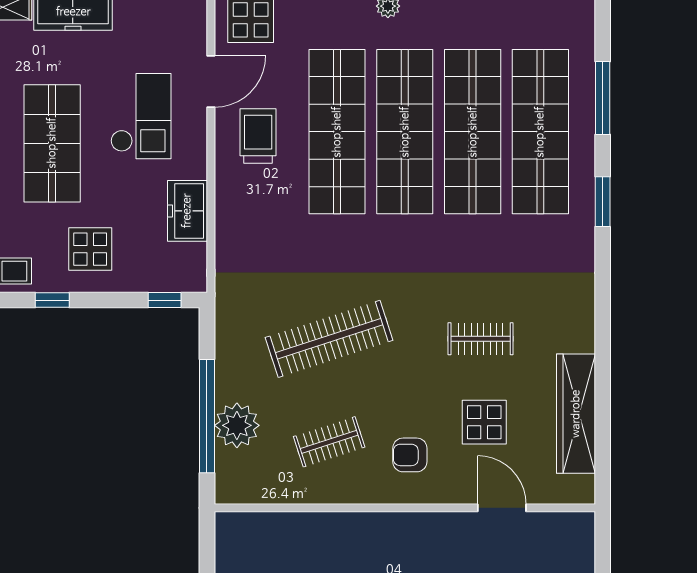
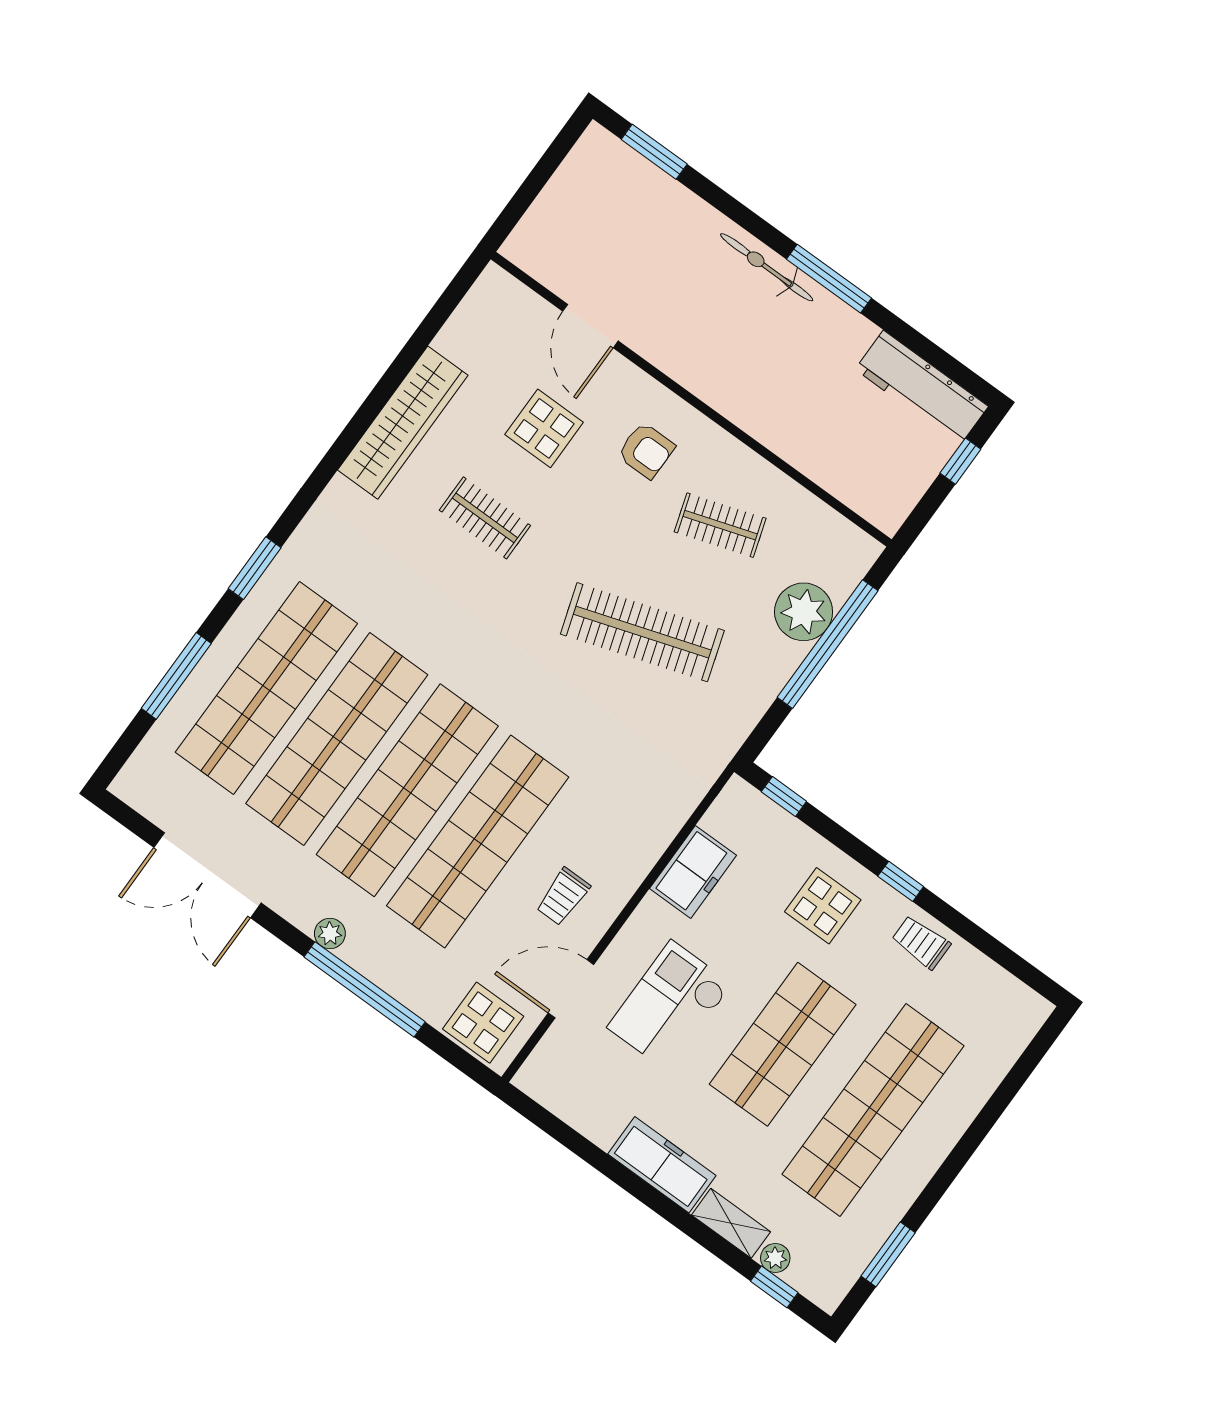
trolley: (258, 136) -> (563, 897), width x0.73, depth x0.72
wardrobe: (576, 414) -> (403, 423), moved

